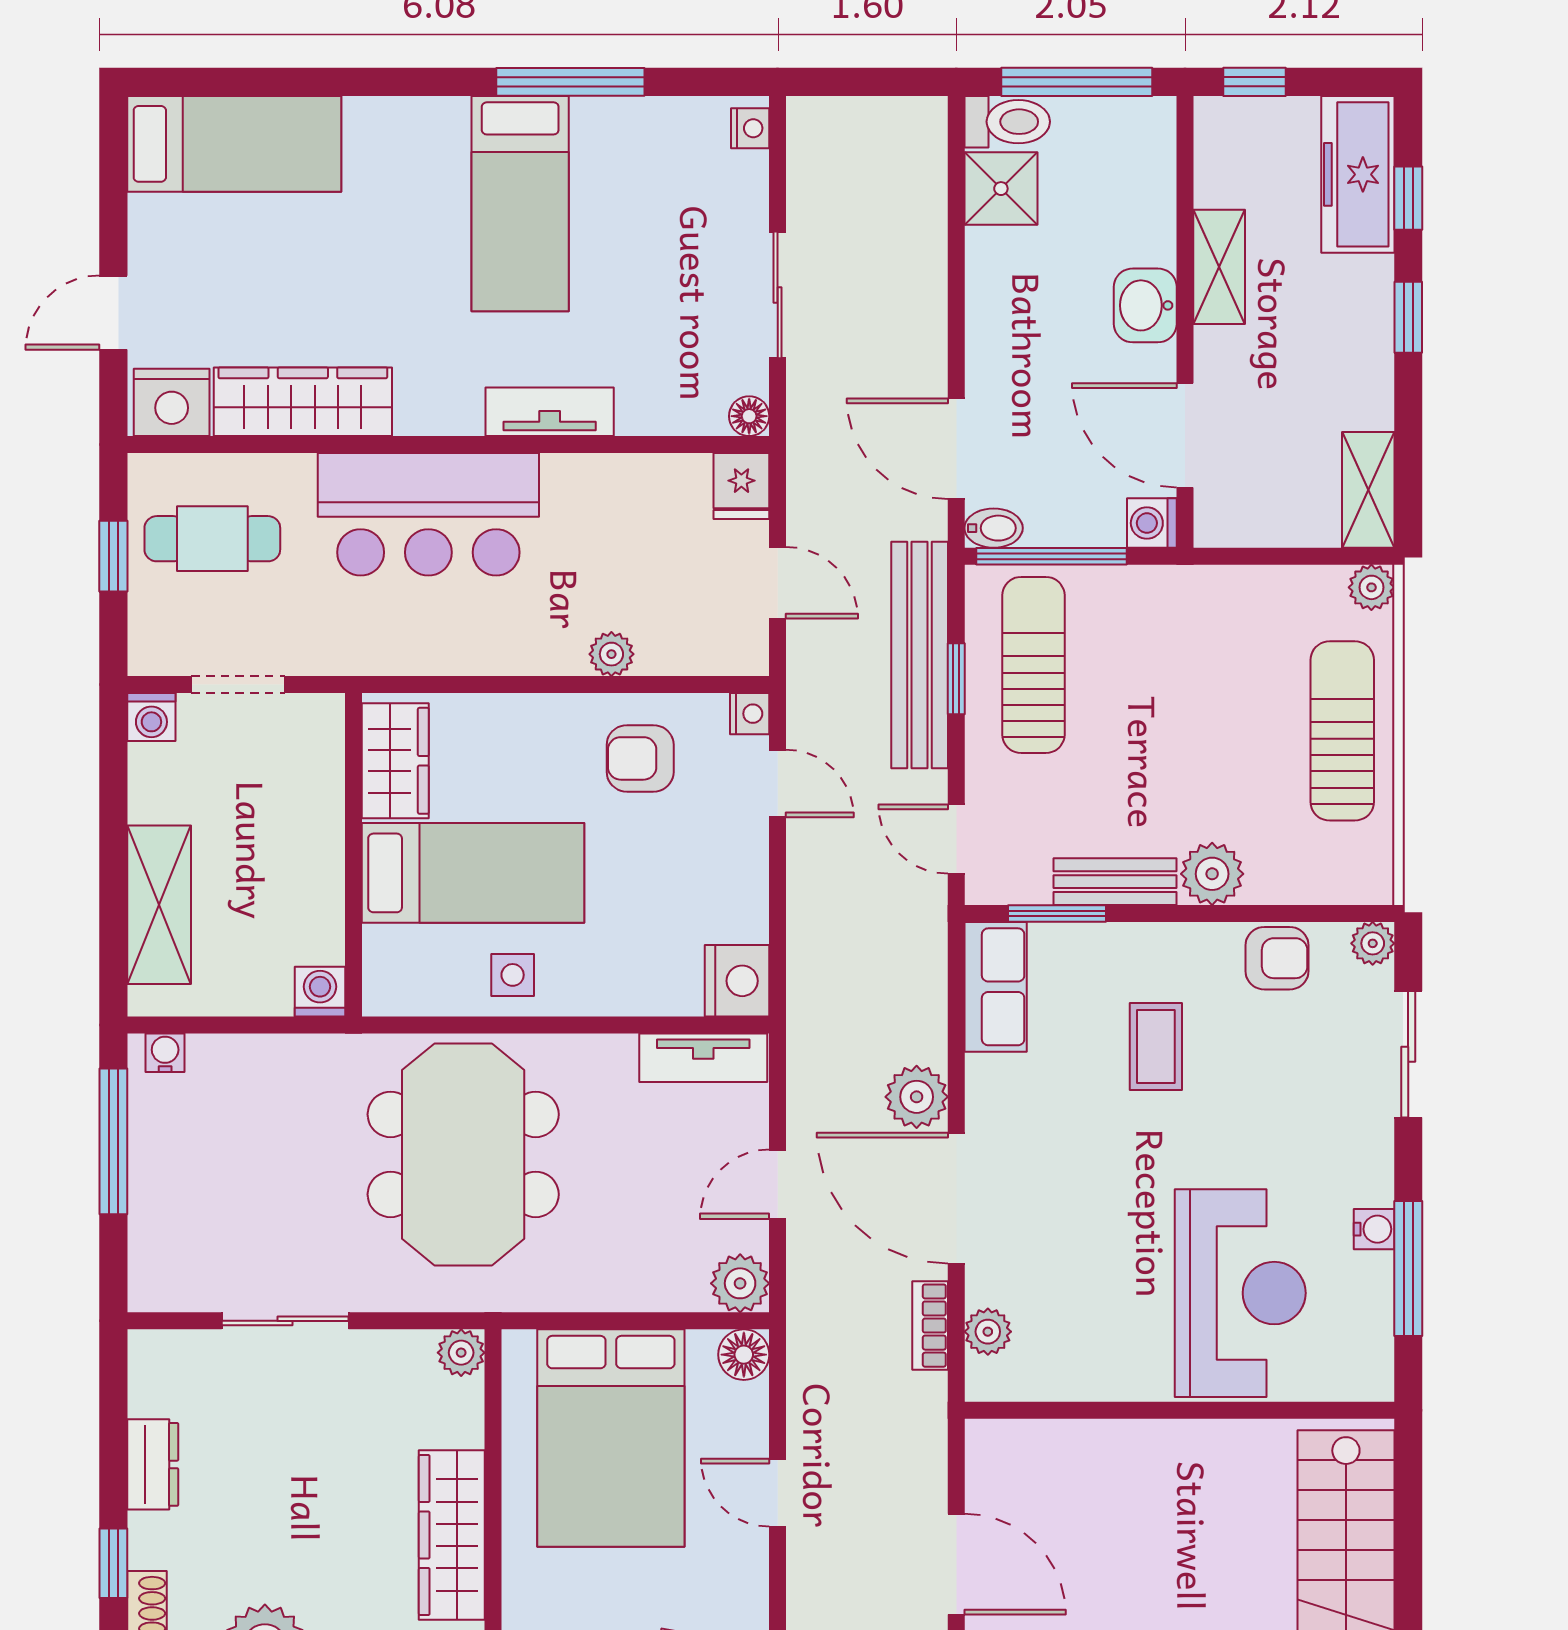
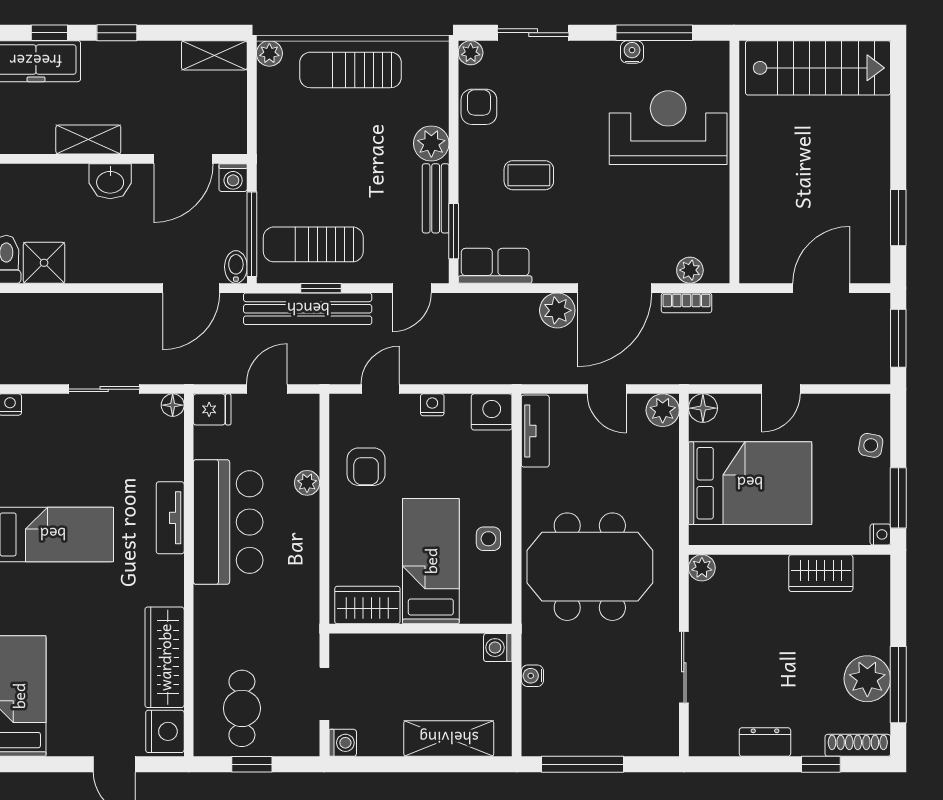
bar counter: (428, 514) -> (228, 522), moved
nightstand: (750, 714) -> (432, 405), moved
water cooler: (165, 1053) -> (532, 676), moved
wardrobe: (452, 1535) -> (821, 573), width x0.67

